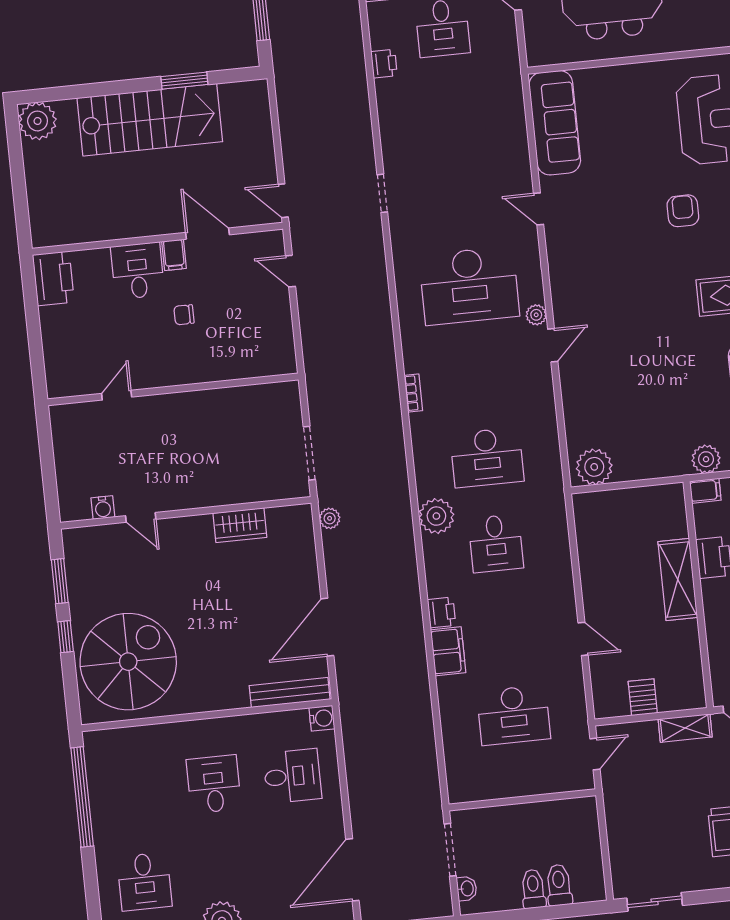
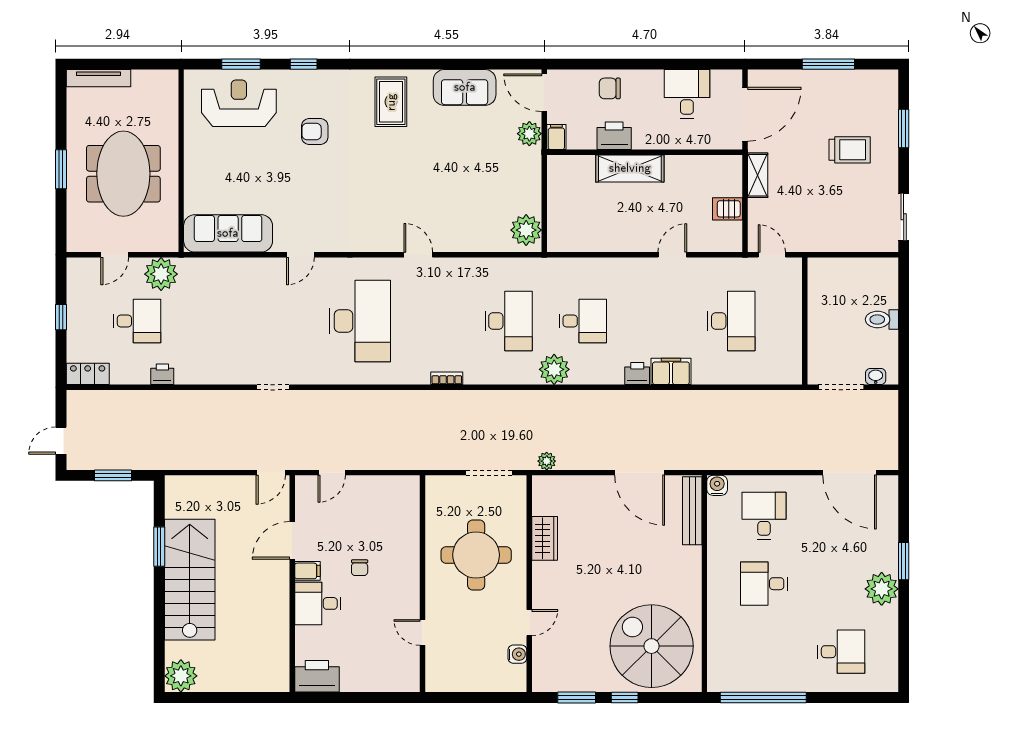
plant: (536, 315) -> (161, 274), moved, width x1.88, depth x1.88
round table: (213, 448) -> (476, 555), added
toilet: (559, 885) -> (881, 297), removed

